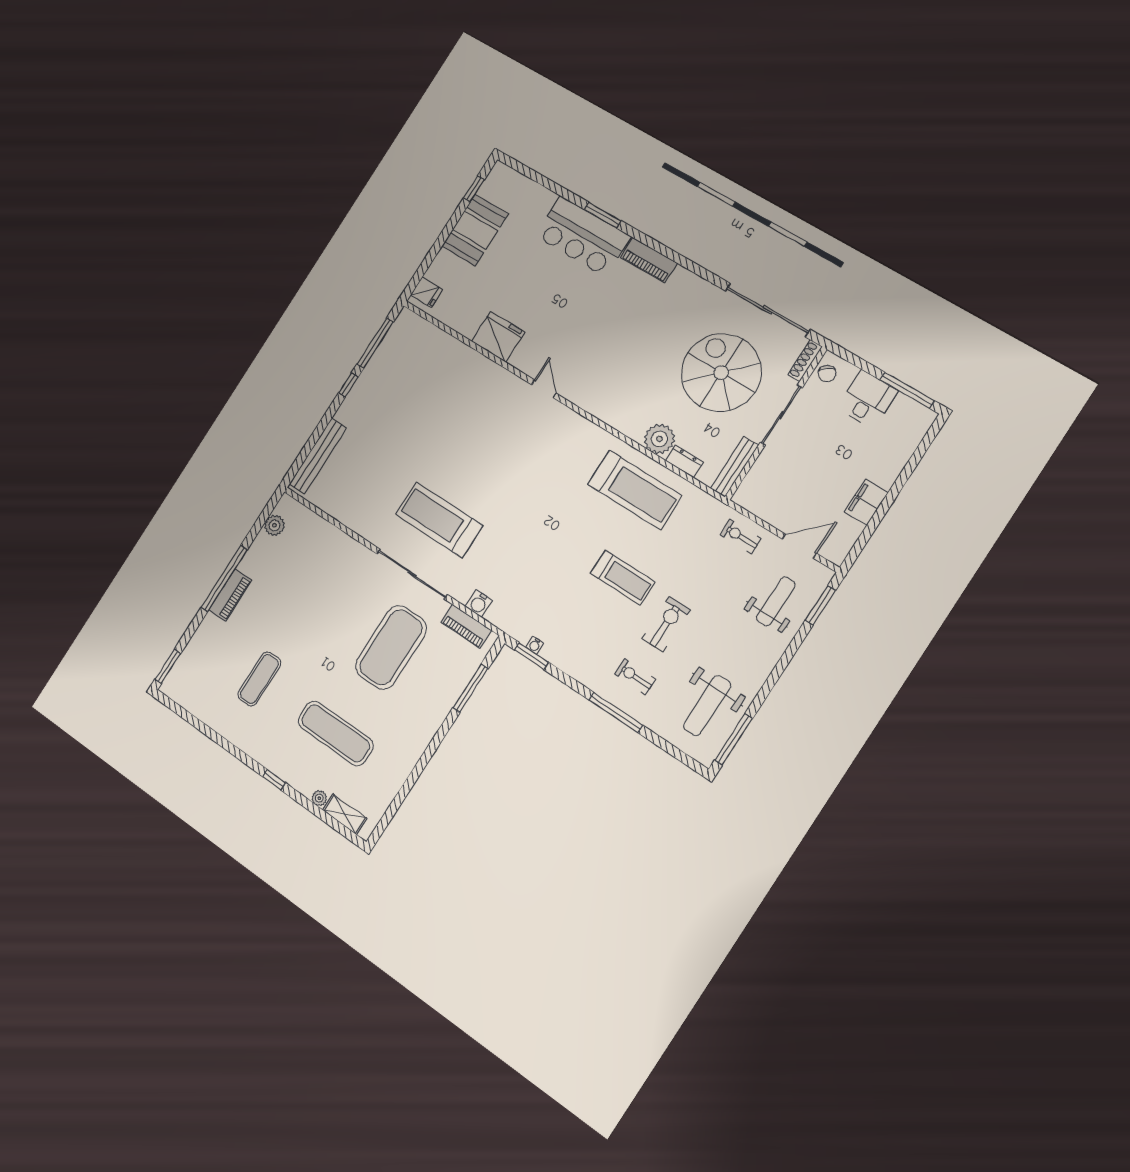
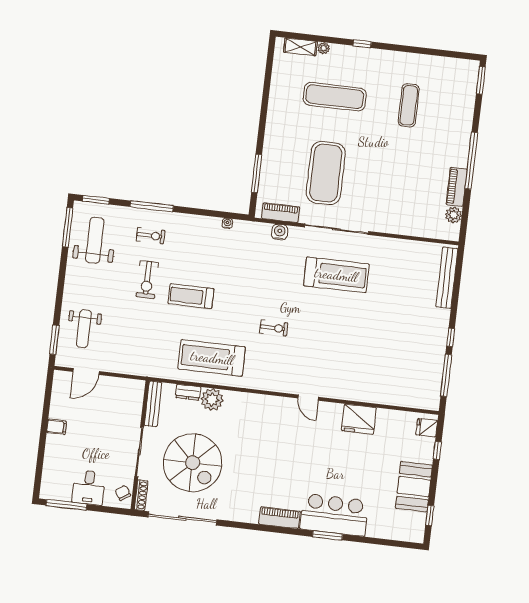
window: (428, 260) -> (437, 450), added
filing cabinet: (866, 502) -> (57, 427), width x0.50
exercise bike: (740, 537) -> (274, 328), moved
piano: (230, 595) -> (457, 187), moved
window: (532, 656) -> (96, 200), moved

